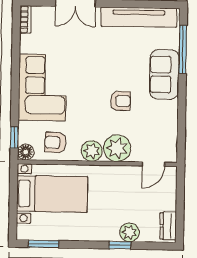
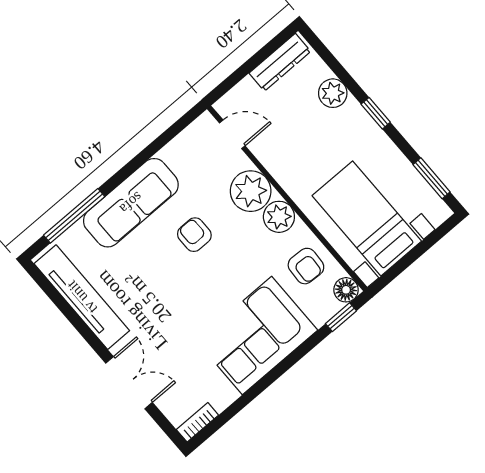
sofa: (164, 74) -> (131, 203), width x1.36
dresser: (168, 226) -> (280, 62), width x1.44
window: (120, 245) -> (376, 113), moved

